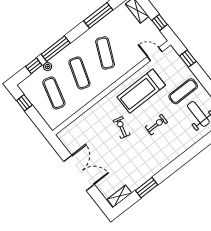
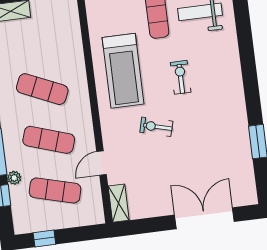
door: (155, 54) -> (102, 163), moved
double door: (79, 173) -> (204, 218), moved
shelving: (119, 196) -> (119, 203), moved

